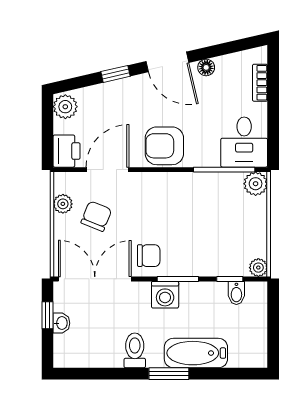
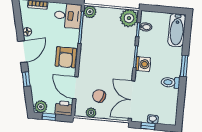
window: (47, 124) -> (49, 117), added
chair: (149, 256) -> (122, 71), removed
plant: (258, 268) -> (129, 18), width x1.87, depth x1.87
bathtub: (196, 353) -> (177, 30), moved

